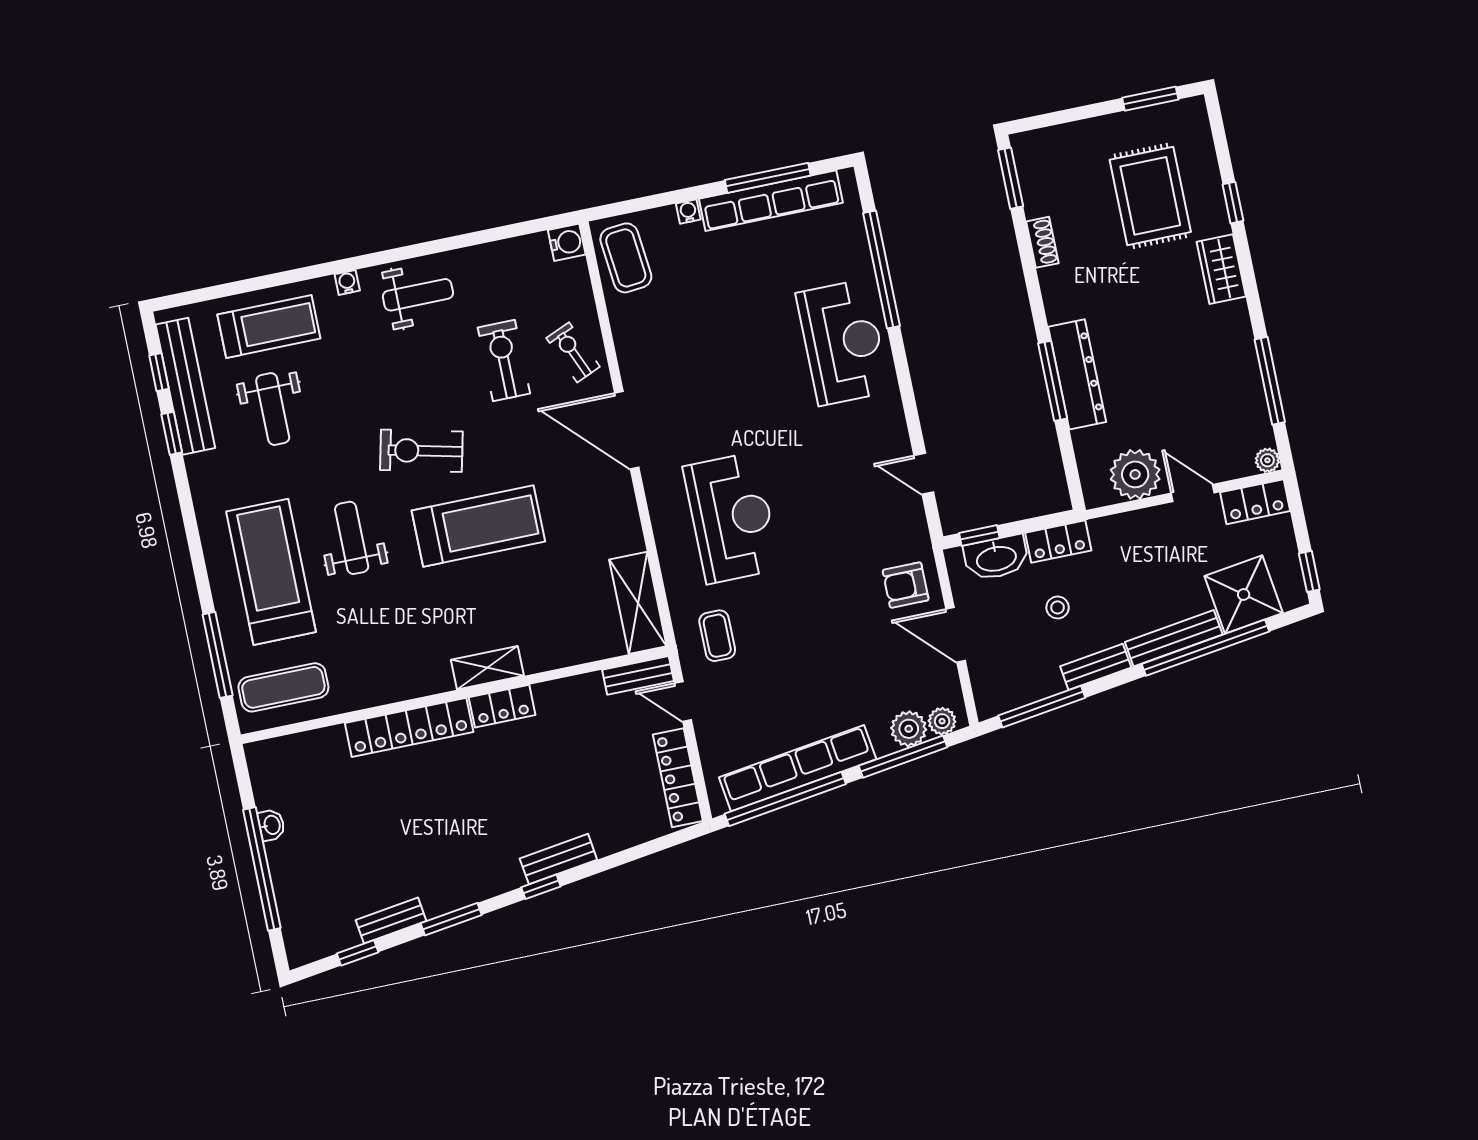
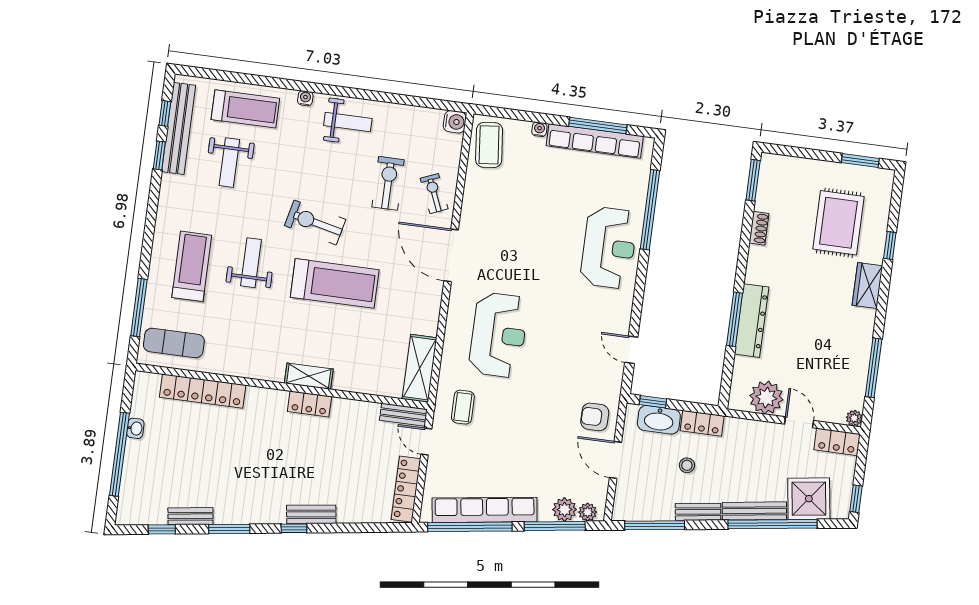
treadmill: (271, 572) -> (192, 266), width x0.73, depth x0.73
locker: (409, 727) -> (203, 391), moved

